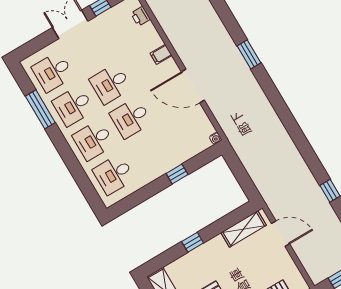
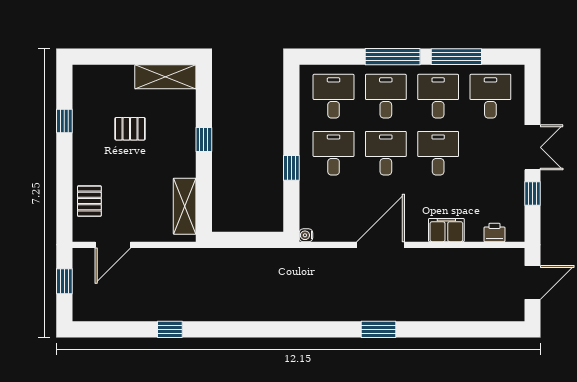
filing cabinet: (161, 54) -> (446, 230), width x2.00
window: (65, 151) -> (393, 57), added
desk: (151, 152) -> (334, 153), added
door: (281, 234) -> (113, 245), moved

